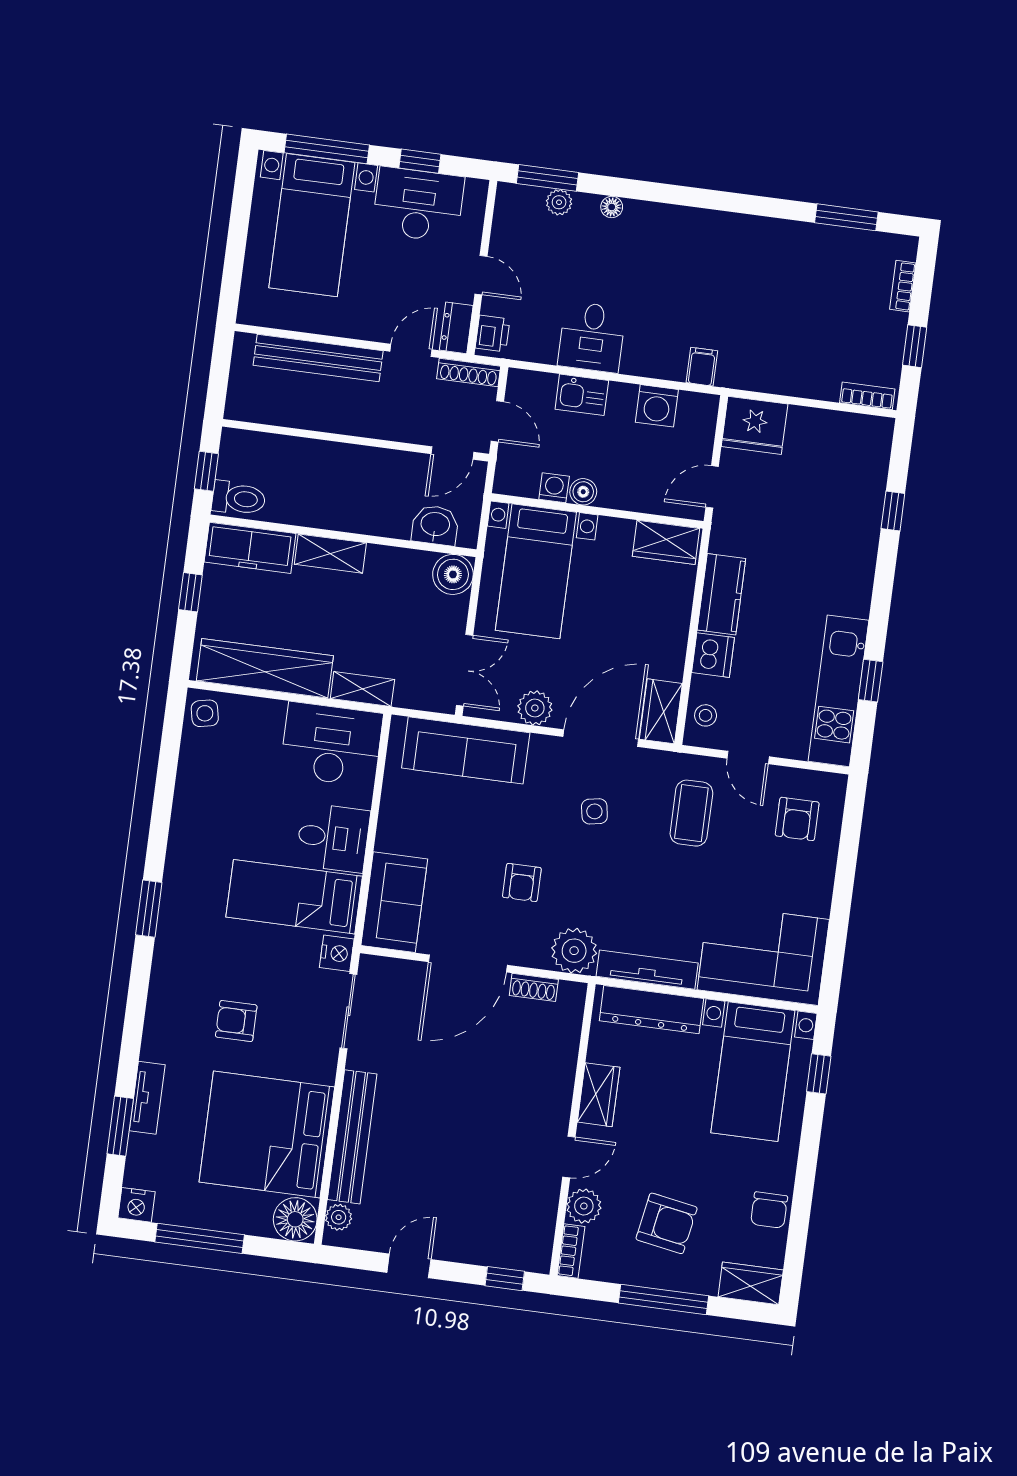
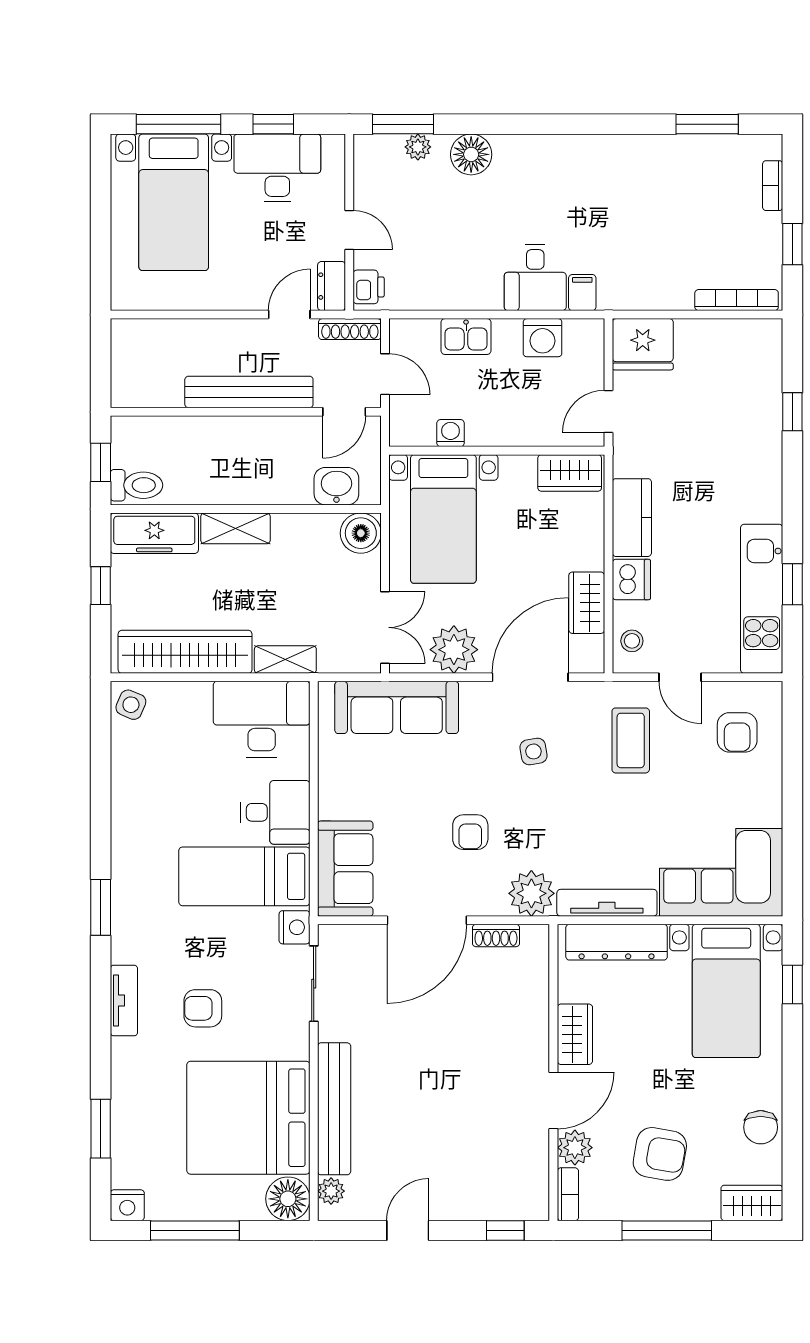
floor lamp: (612, 207) -> (471, 154), width x1.89, depth x1.89
desk: (592, 337) -> (535, 277), moved
bench: (318, 358) -> (249, 392), moved
bookcase: (867, 396) -> (737, 300), width x1.56
boiler: (583, 492) -> (480, 433), removed
plant: (535, 708) -> (454, 650), width x1.36, depth x1.36
wardrobe: (661, 711) -> (587, 603), moved
side table: (205, 713) -> (131, 705), turned 35
tv unit: (147, 1098) -> (124, 1001), moved
door: (569, 1157) -> (553, 1100), width x1.38

